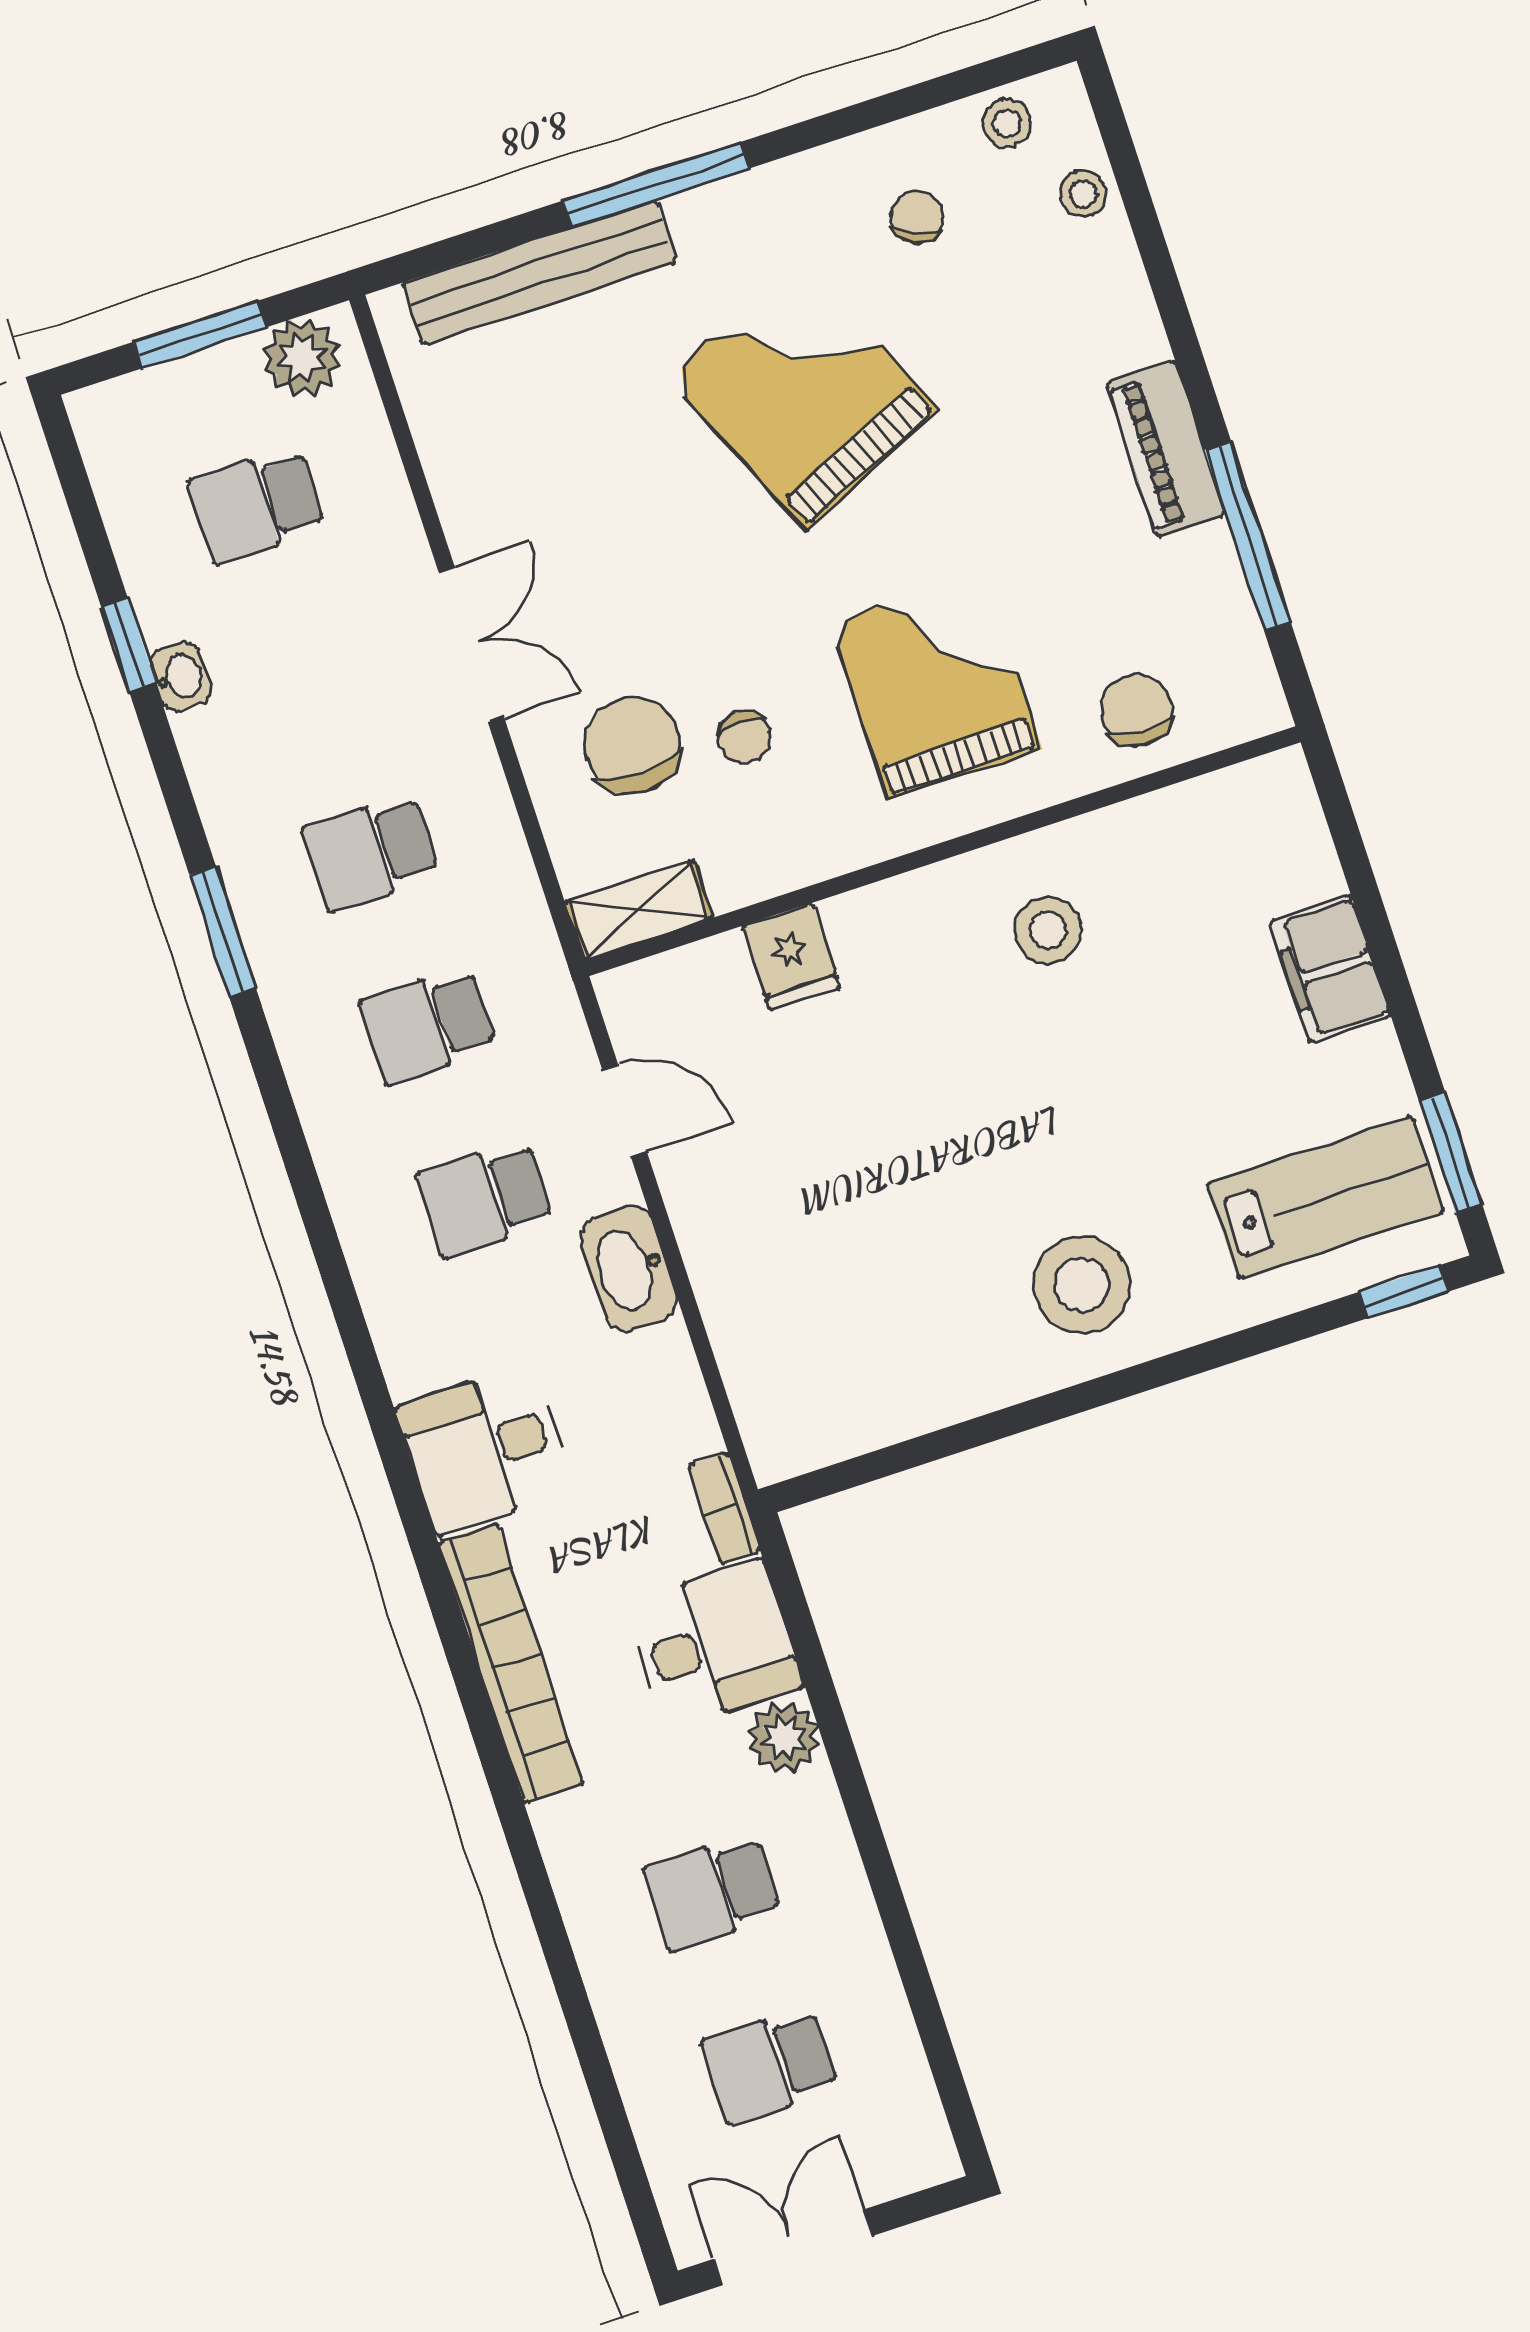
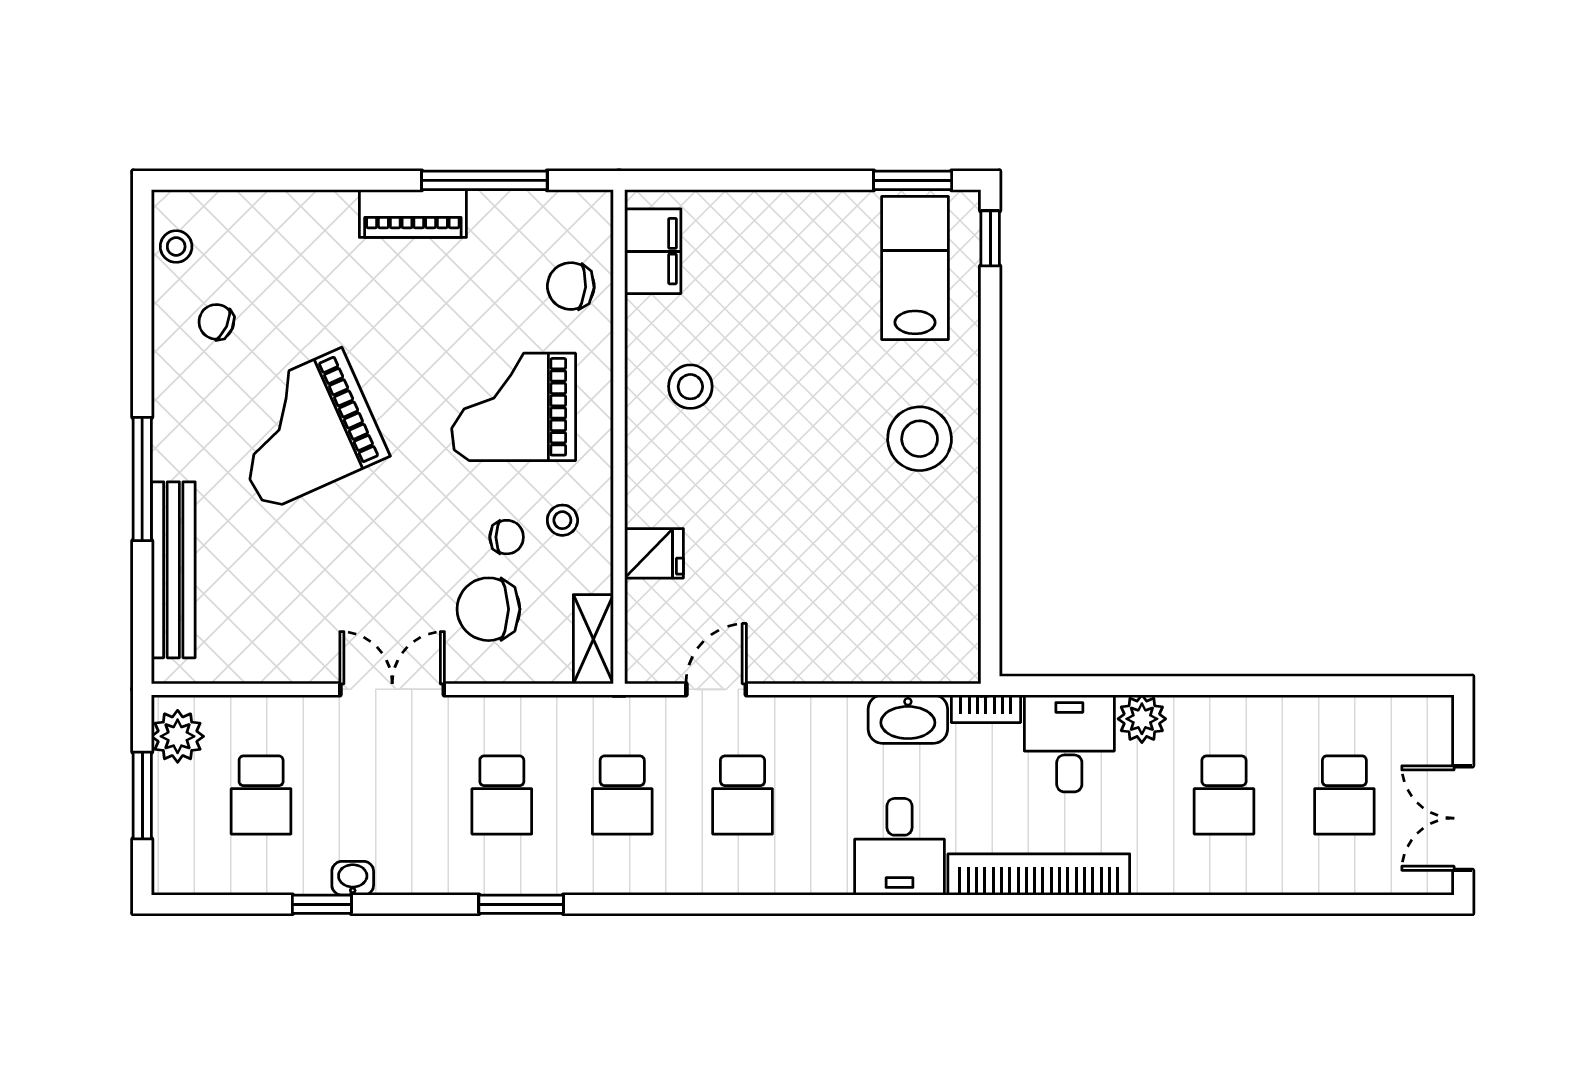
stool: (1083, 194) -> (562, 520), moved
filing cabinet: (1330, 969) -> (653, 251), moved, turned -90
washbasin: (629, 1269) -> (908, 719), moved

